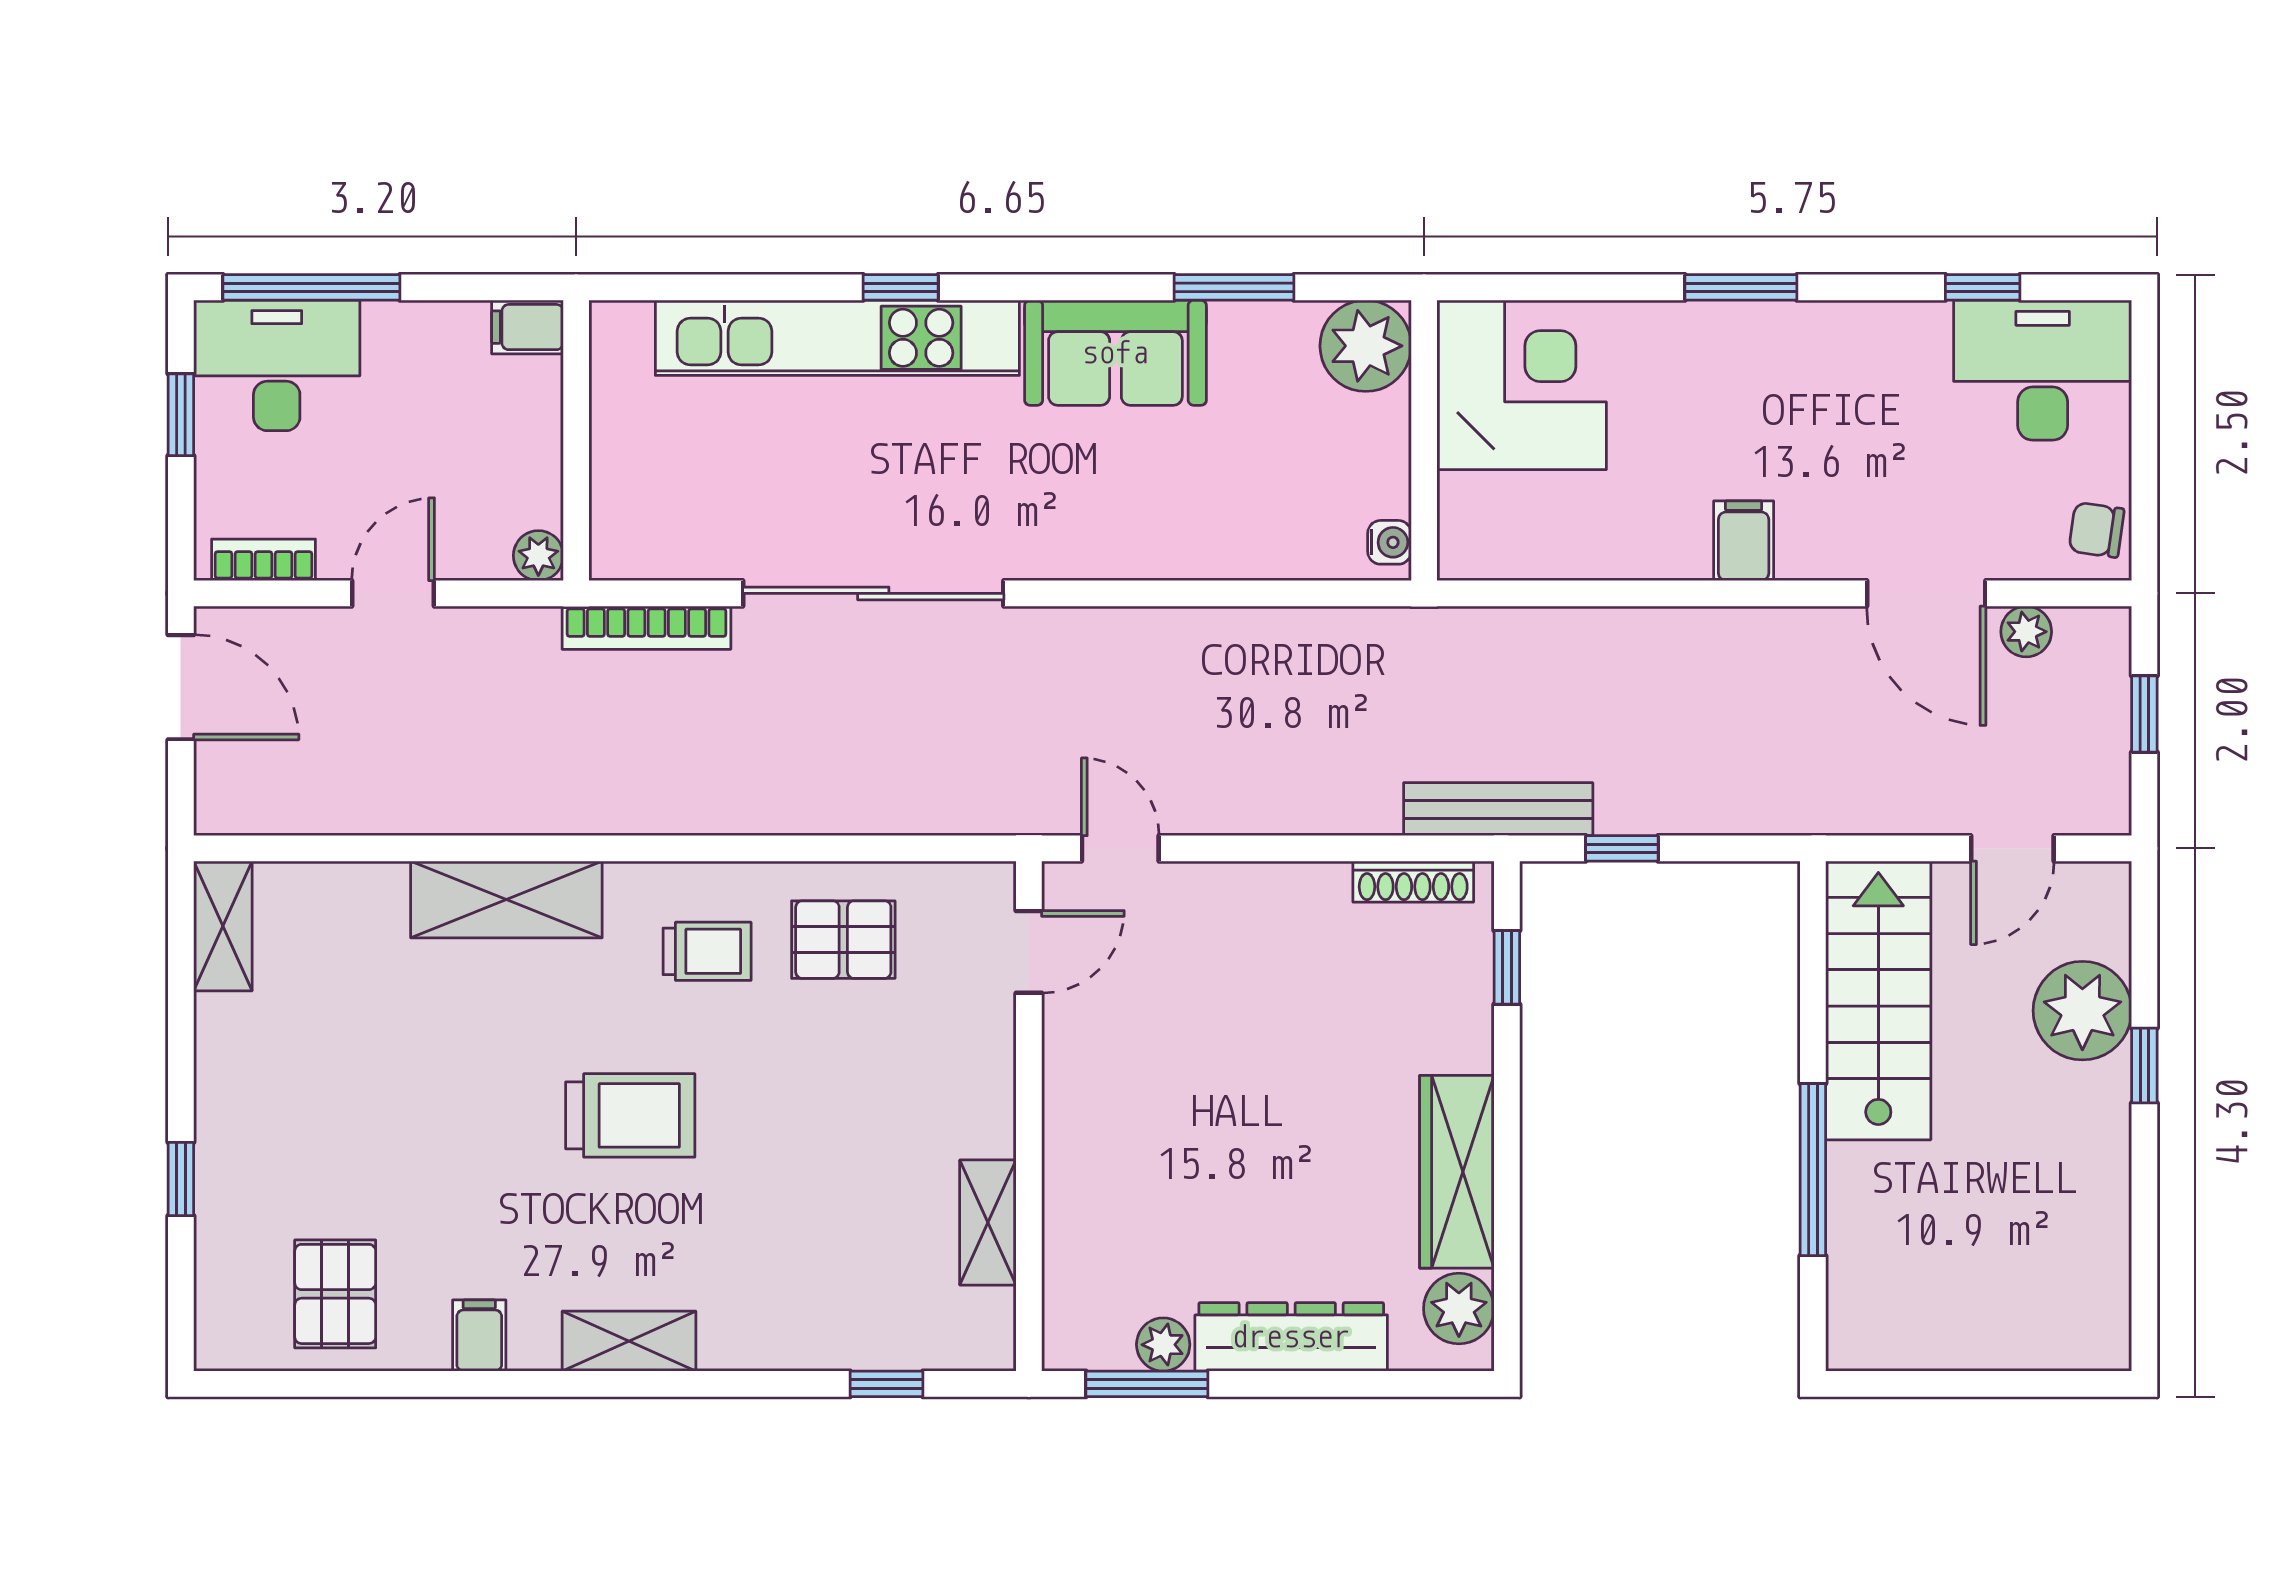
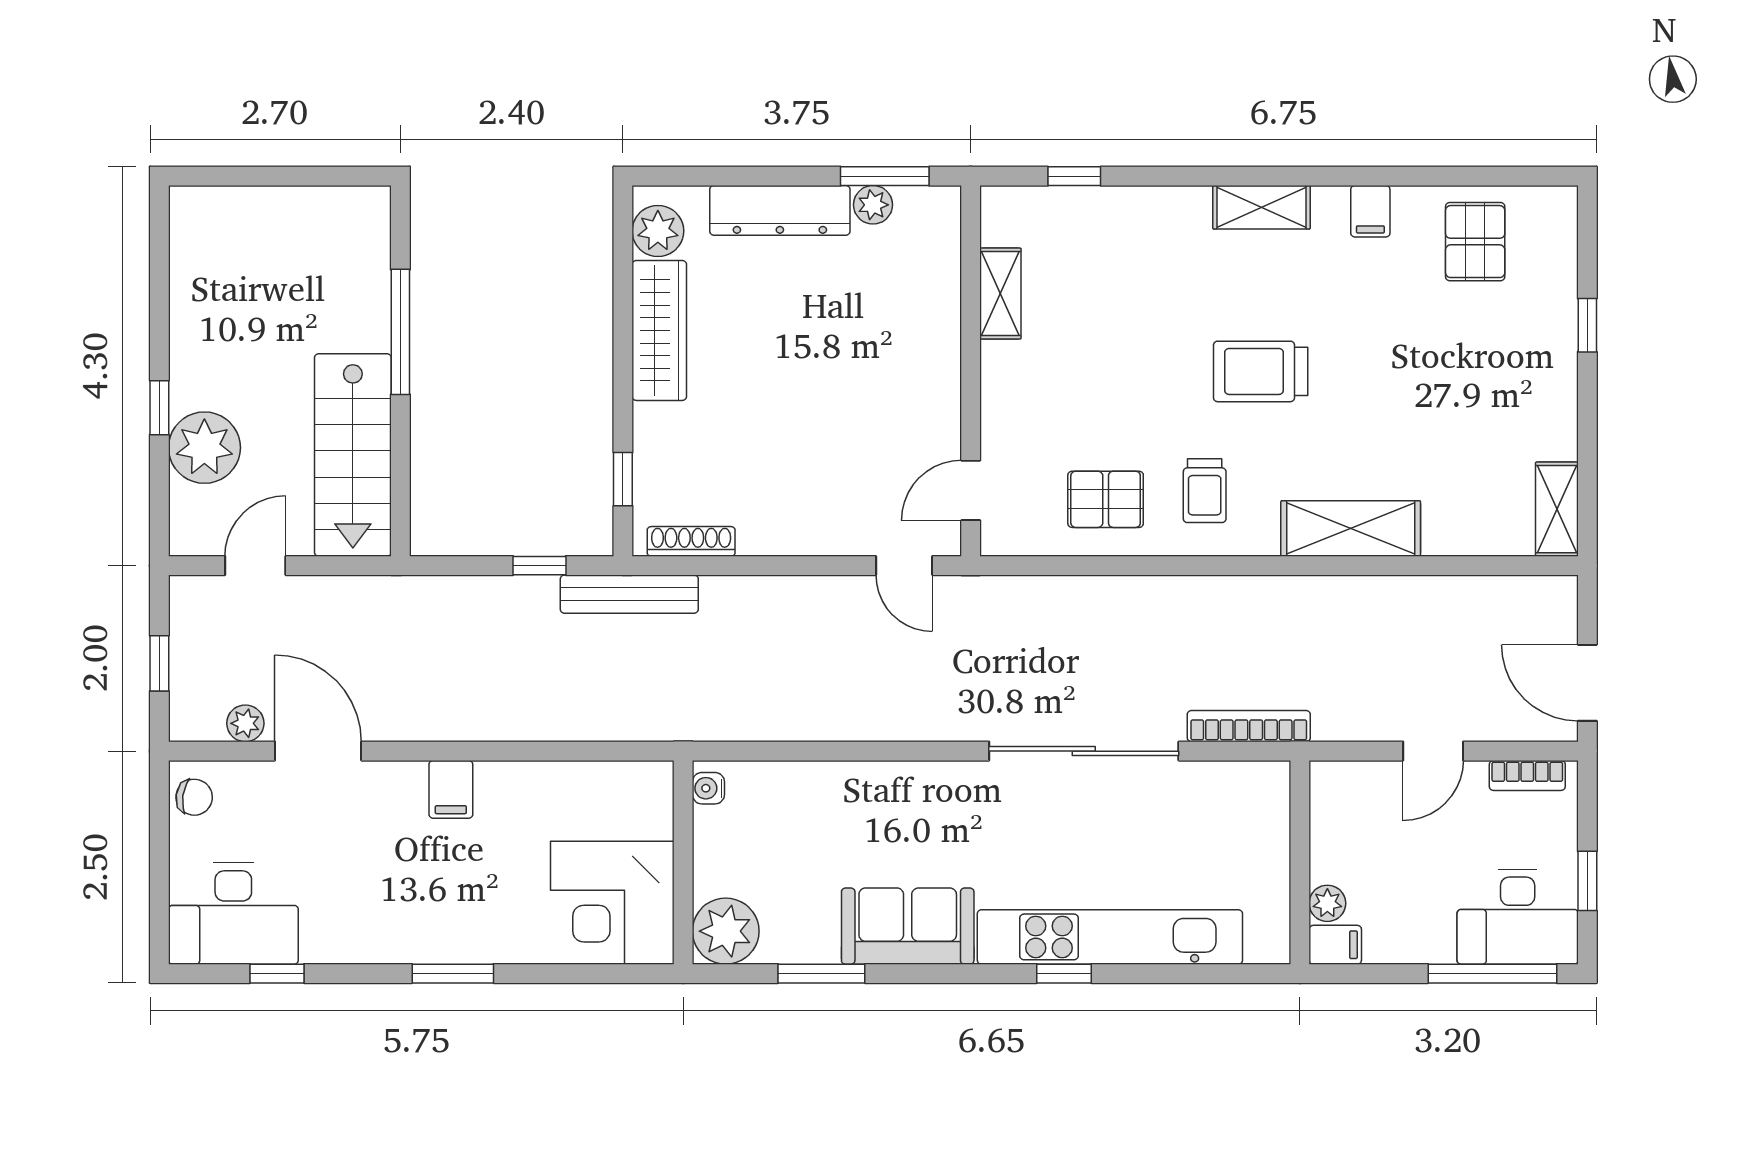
plant: (538, 556) -> (1327, 903), moved
trolley: (707, 951) -> (1205, 491), turned -90

